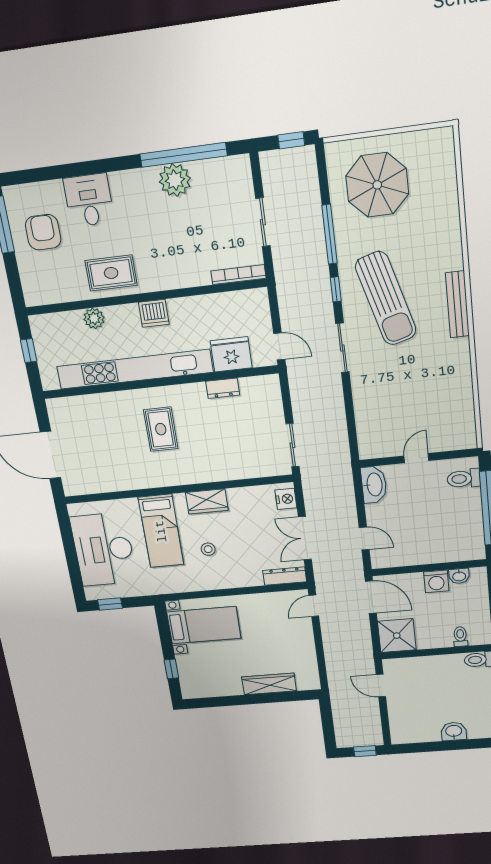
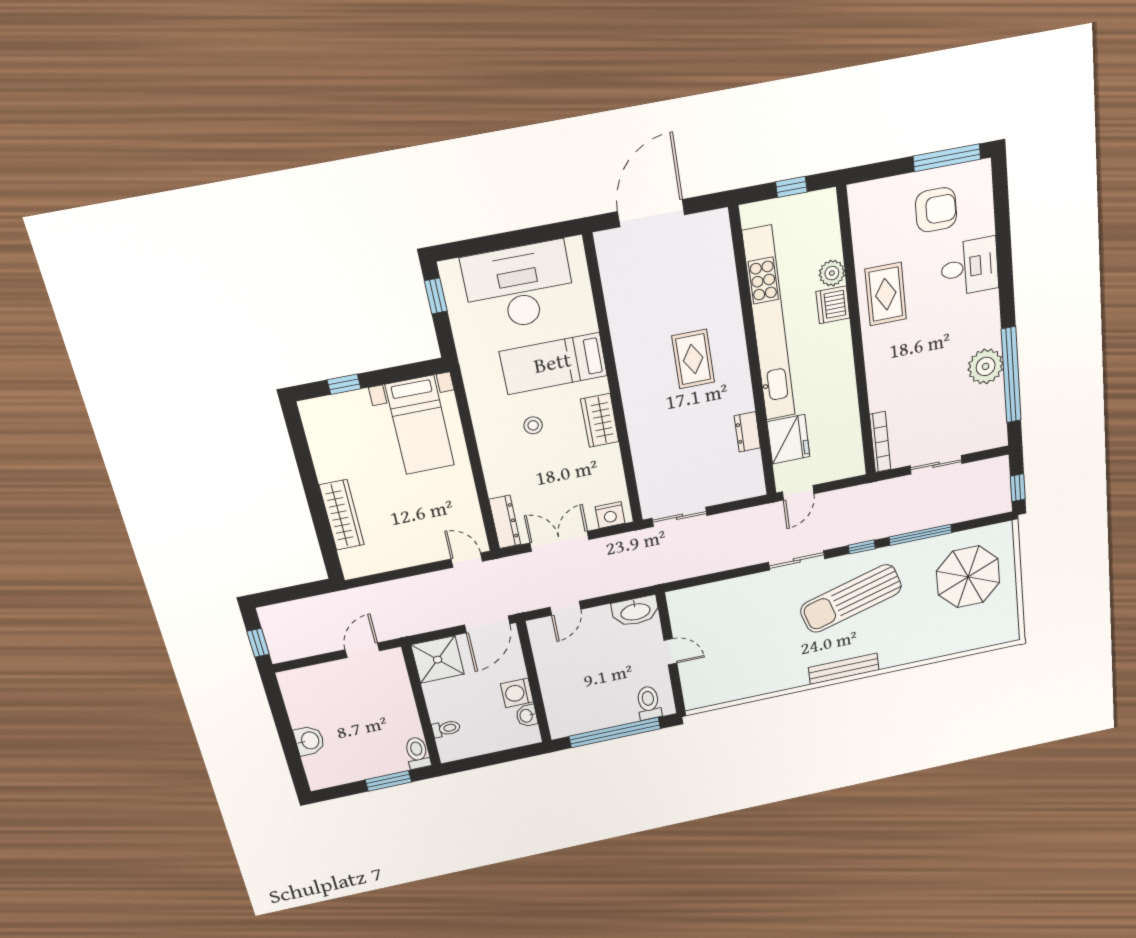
dishwasher: (154, 313) -> (833, 305), moved
rug: (161, 429) -> (693, 359), turned 90

